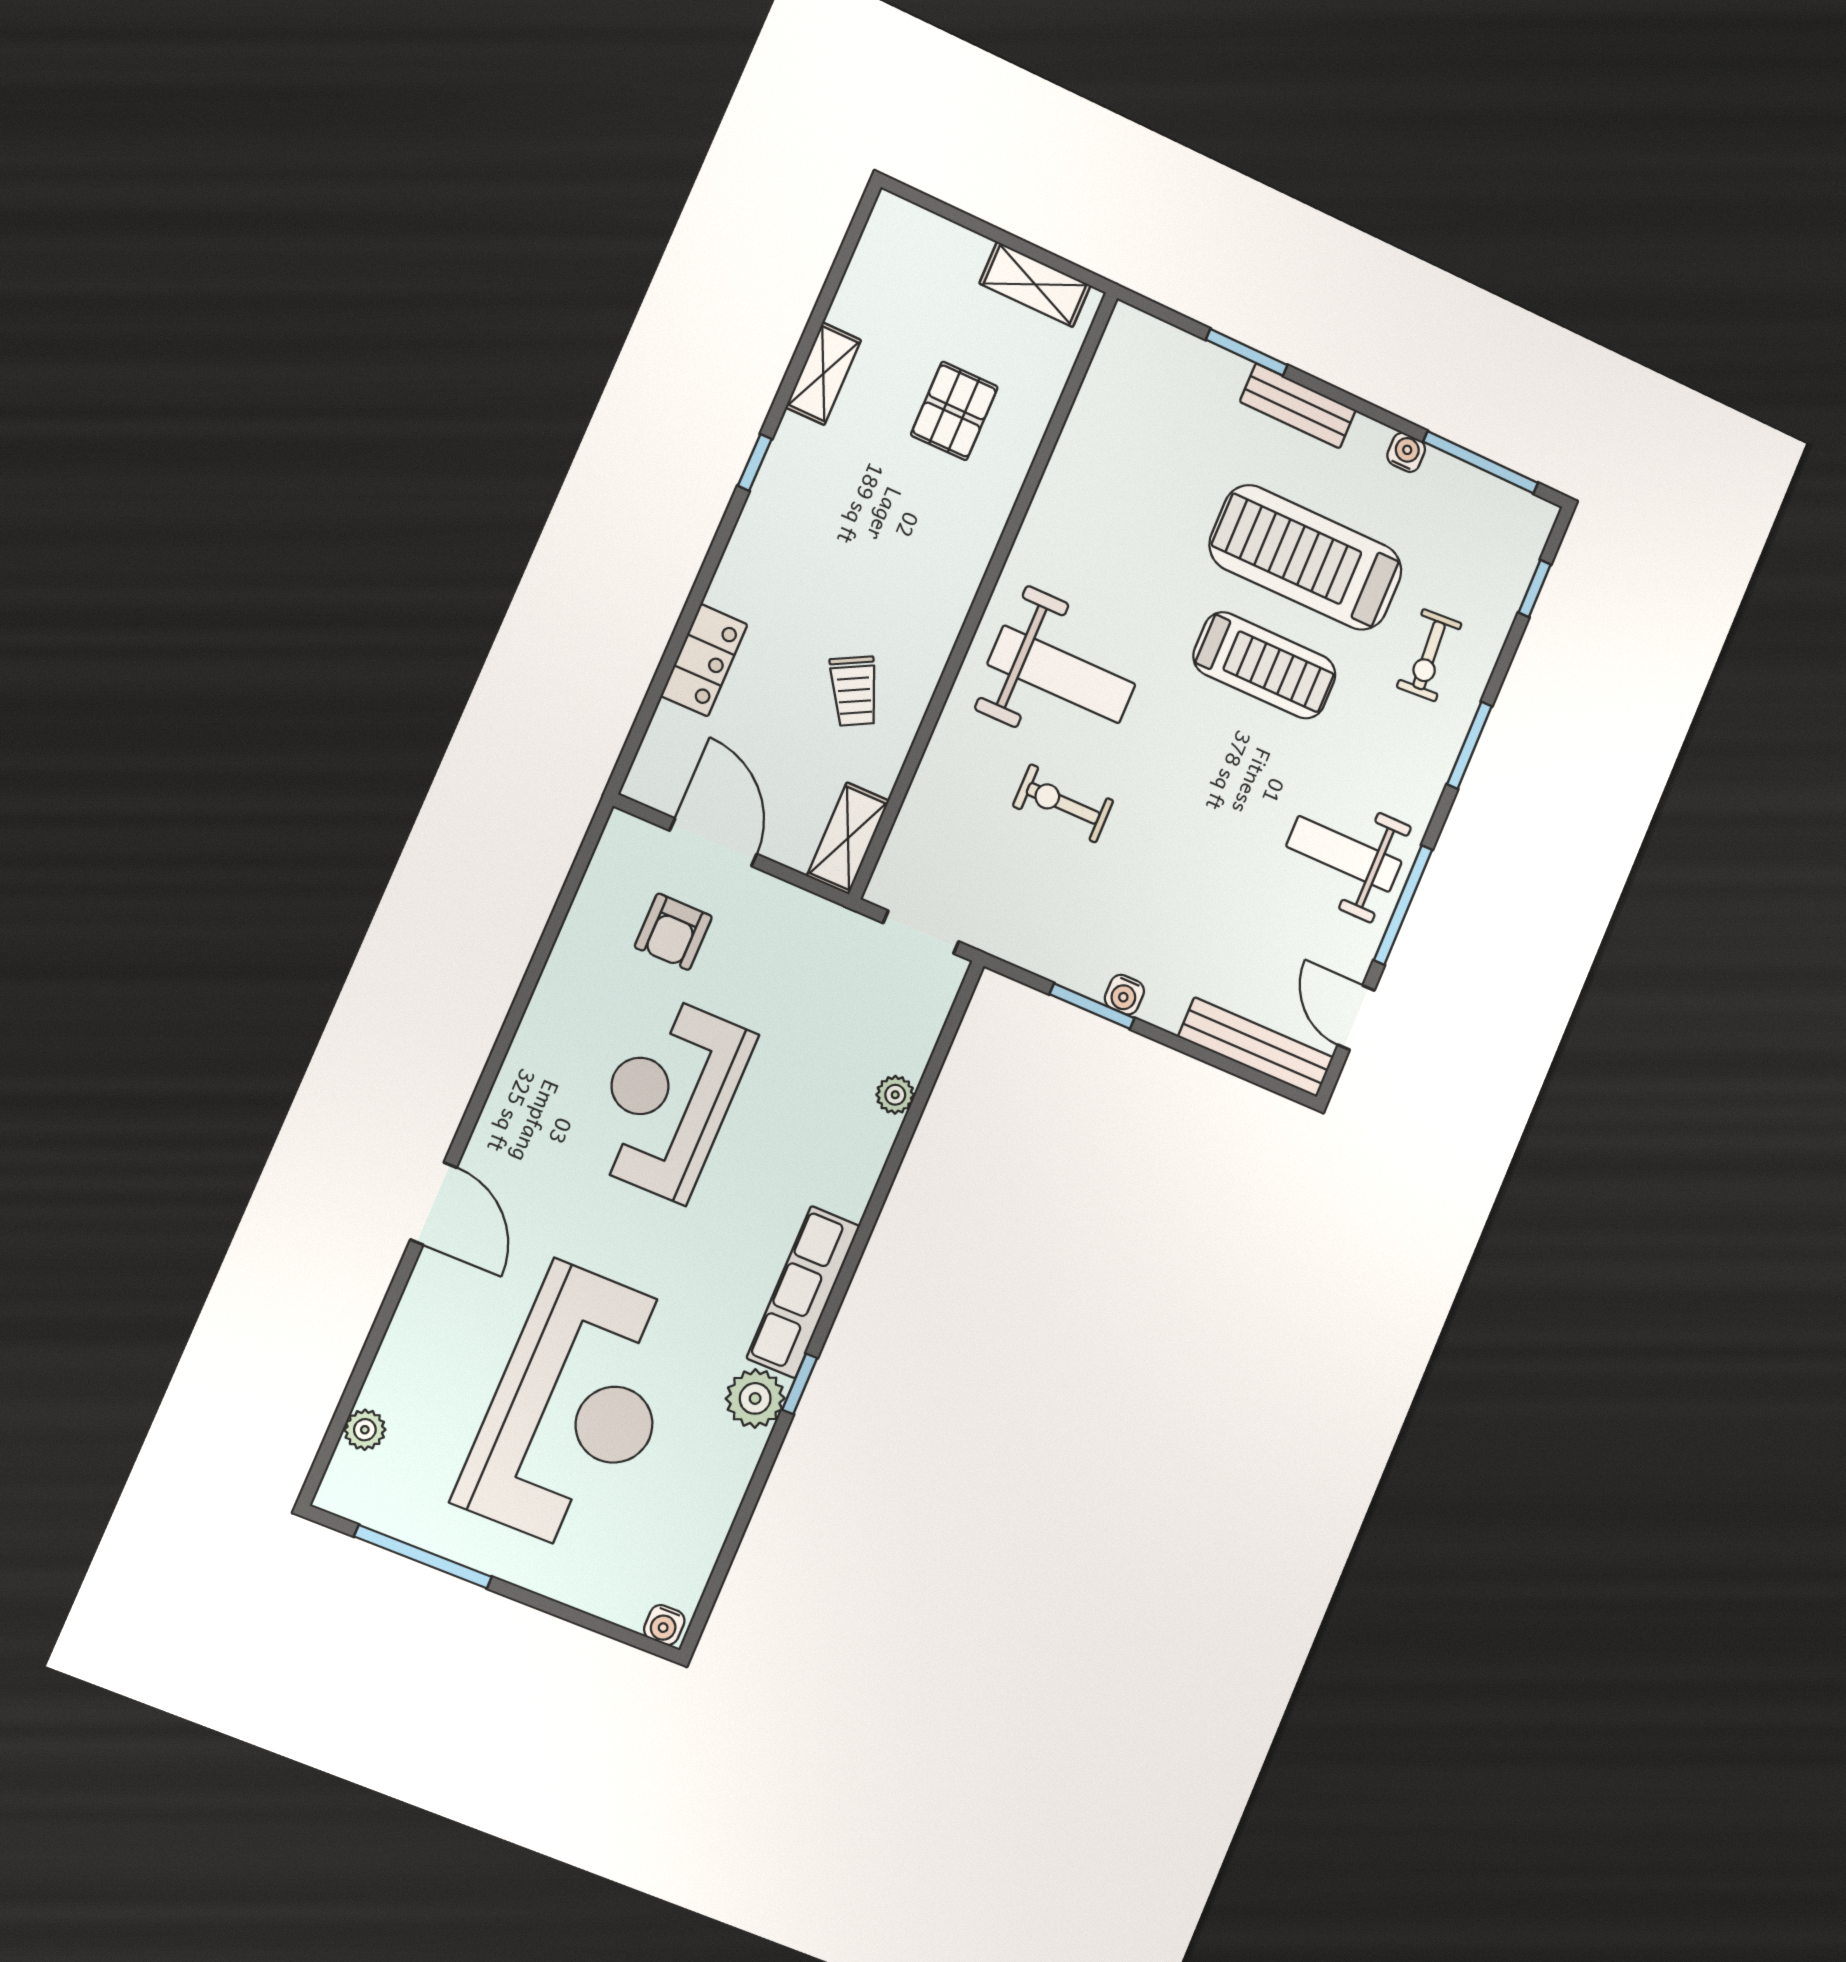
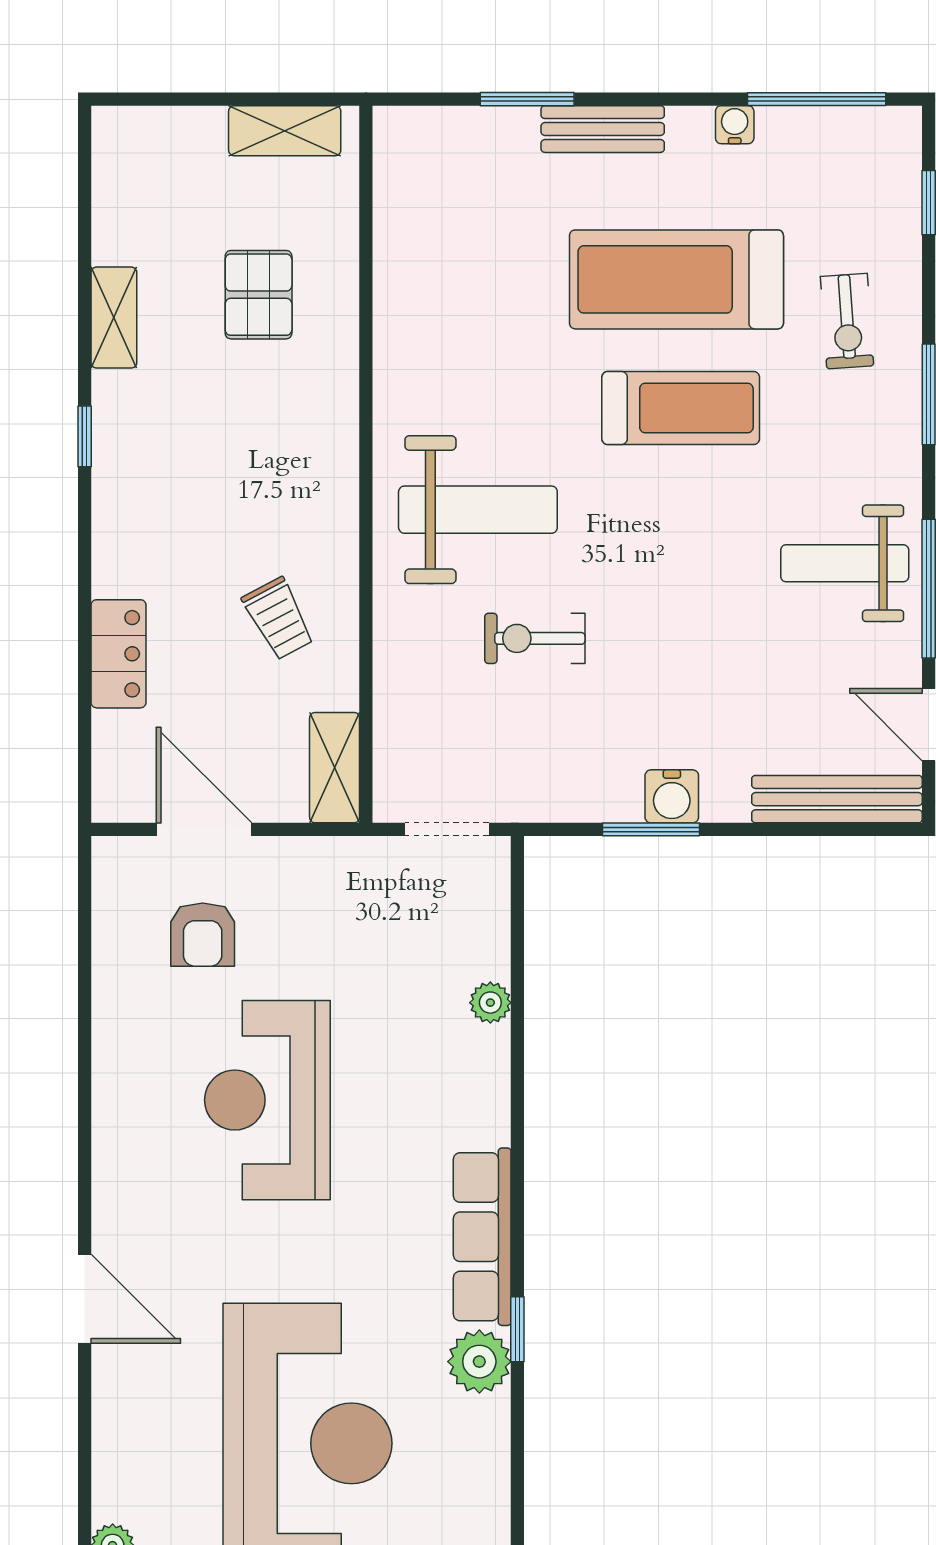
water cooler: (1124, 995) -> (672, 796), width x1.38, depth x1.38

